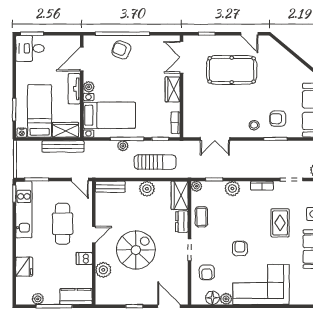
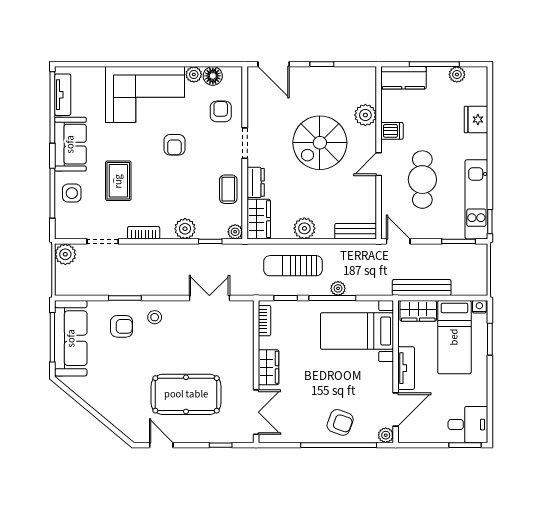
plant: (89, 87) -> (386, 435), moved

